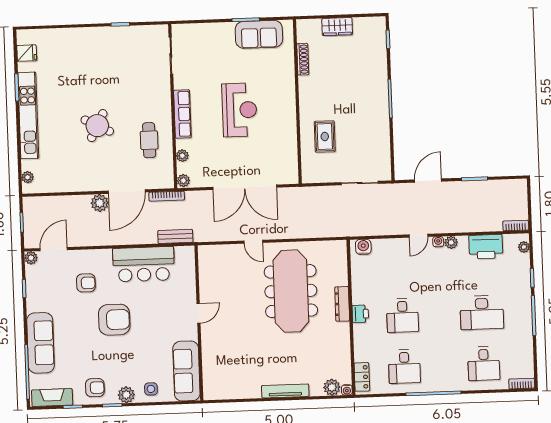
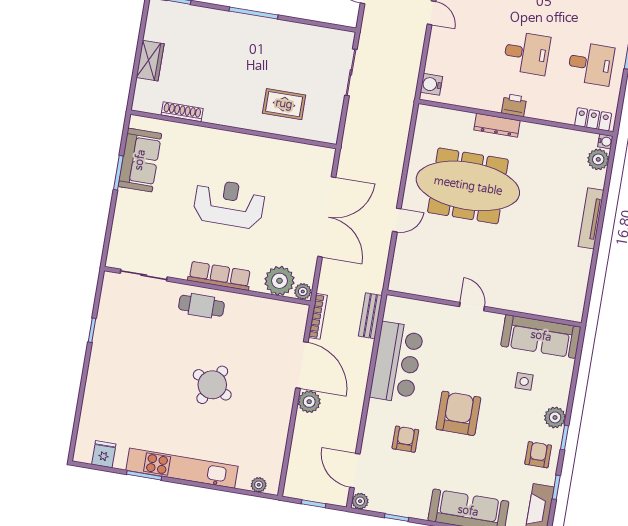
cafe table: (149, 140) -> (201, 306), moved
plant: (182, 156) -> (279, 281), width x1.87, depth x1.87
side table: (151, 389) -> (524, 381), moved

